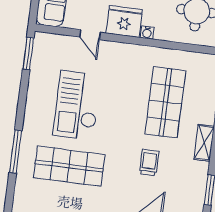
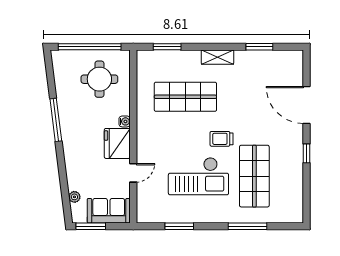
window: (28, 53) -> (179, 226), moved
trolley: (149, 163) -> (222, 139), moved

